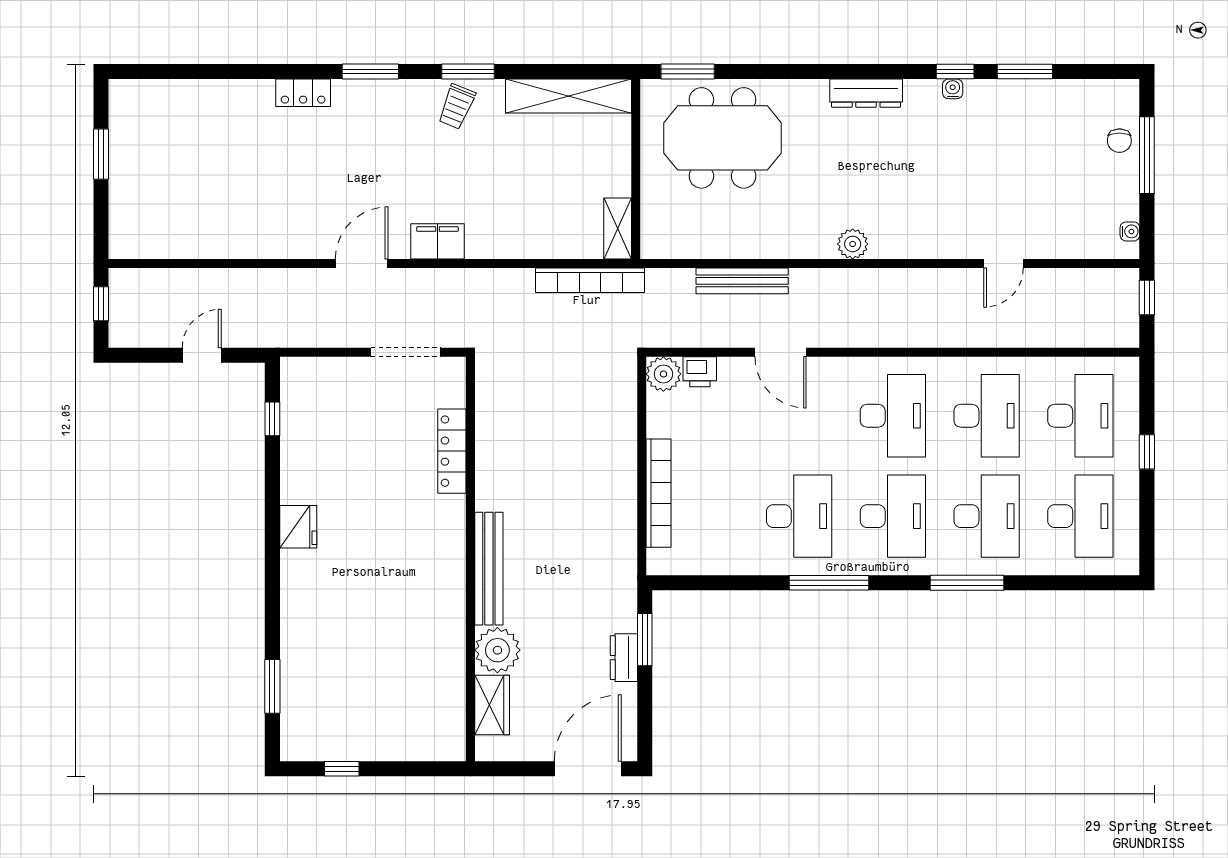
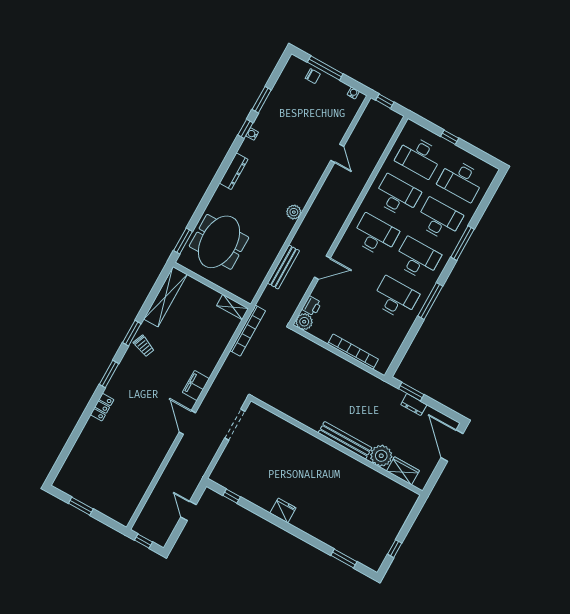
desk: (1080, 416) -> (419, 157), turned 180
locker: (452, 451) -> (287, 428), removed
desk: (1080, 516) -> (461, 180), turned 180

